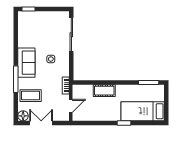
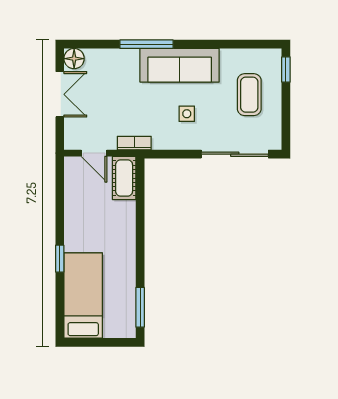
sofa: (26, 63) -> (180, 65), width x1.36
cot: (104, 91) -> (124, 178), moved
coffee table: (31, 96) -> (249, 95), moved

